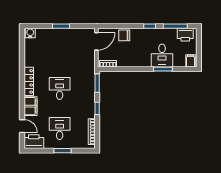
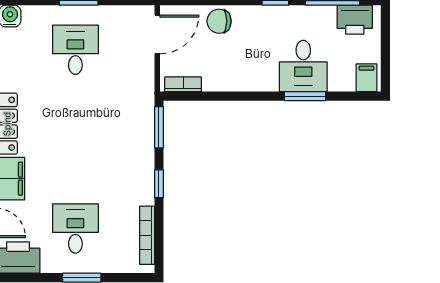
desk: (60, 88) -> (75, 50), moved

